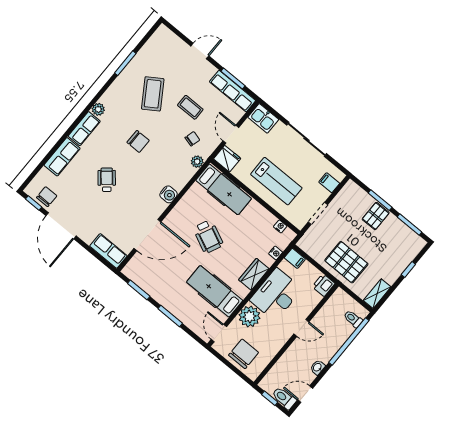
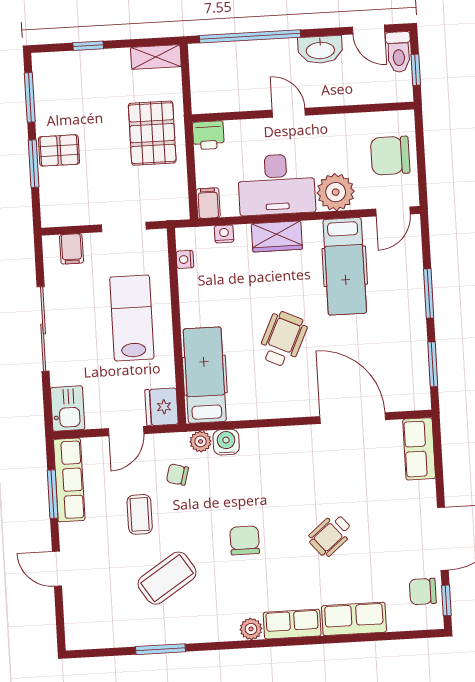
water cooler: (168, 194) -> (226, 442), moved
toilet: (353, 319) -> (216, 58), removed
washbasin: (317, 367) -> (320, 50), width x1.91, depth x1.45

